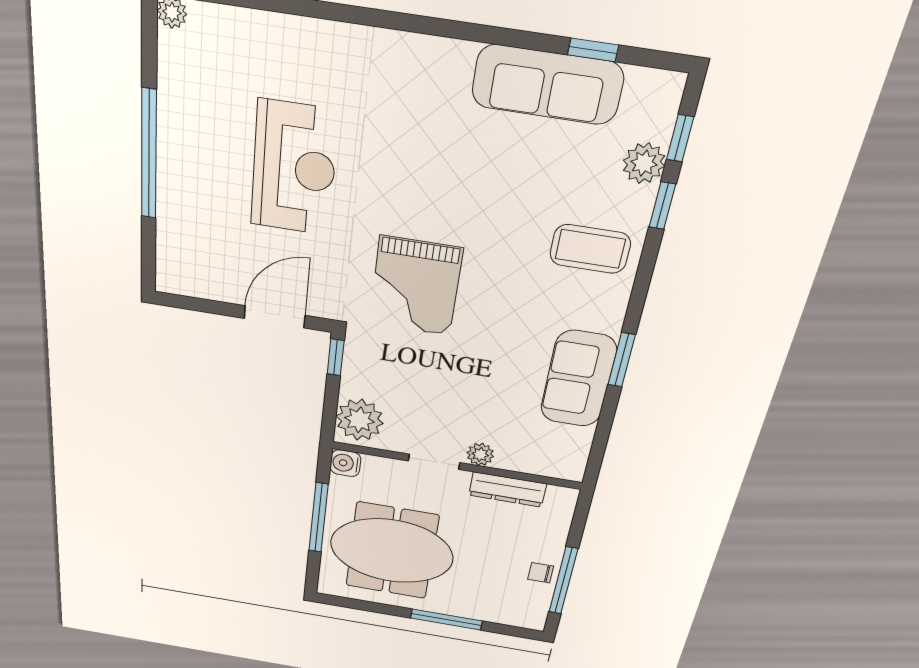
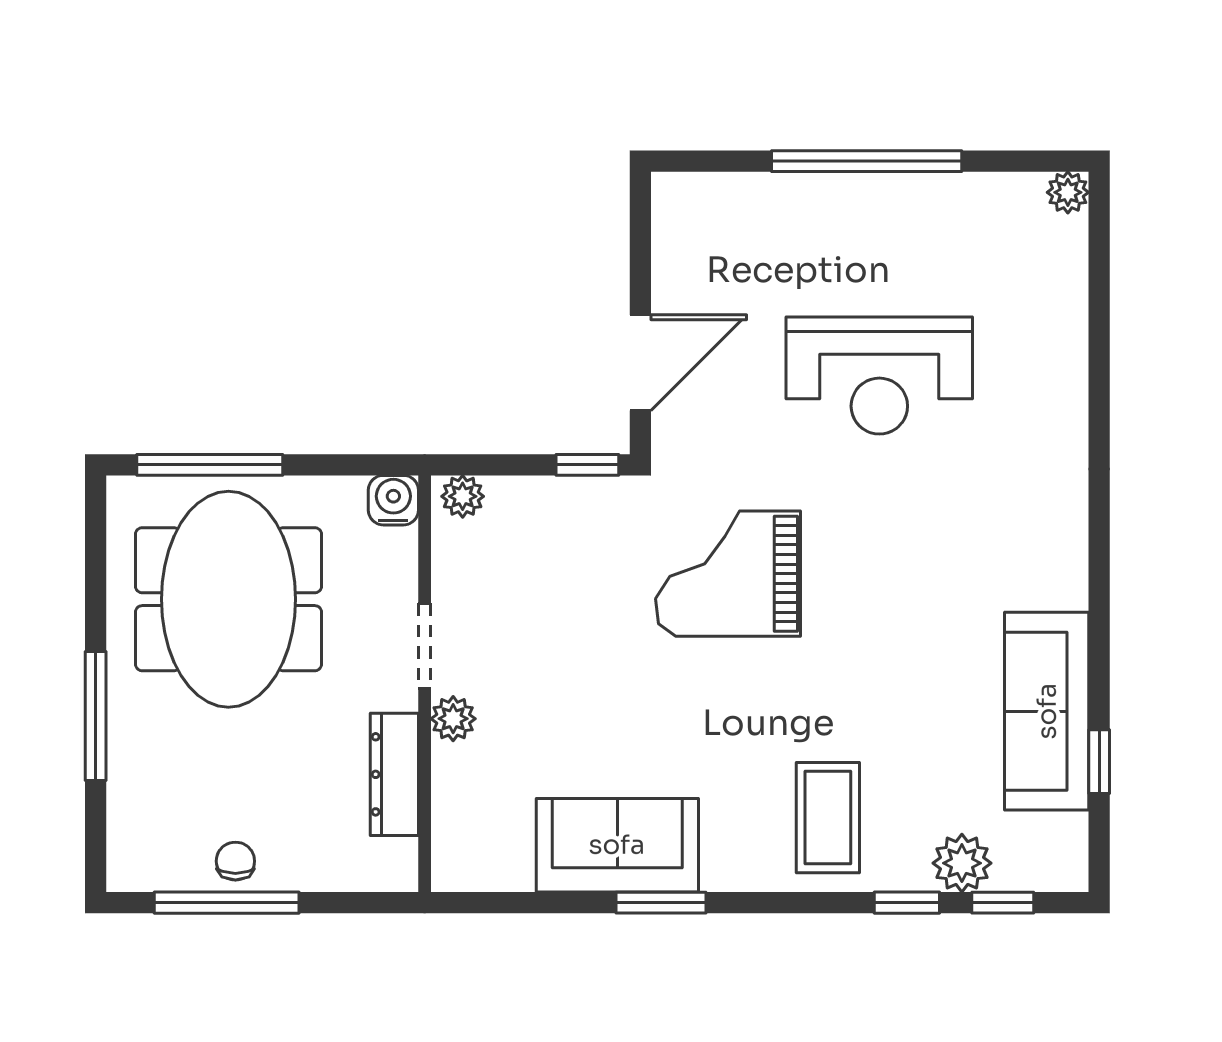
door: (275, 317) -> (640, 363), hinge flipped
plant: (360, 420) -> (463, 496), width x0.53, depth x0.53
window: (318, 518) -> (210, 465), moved

